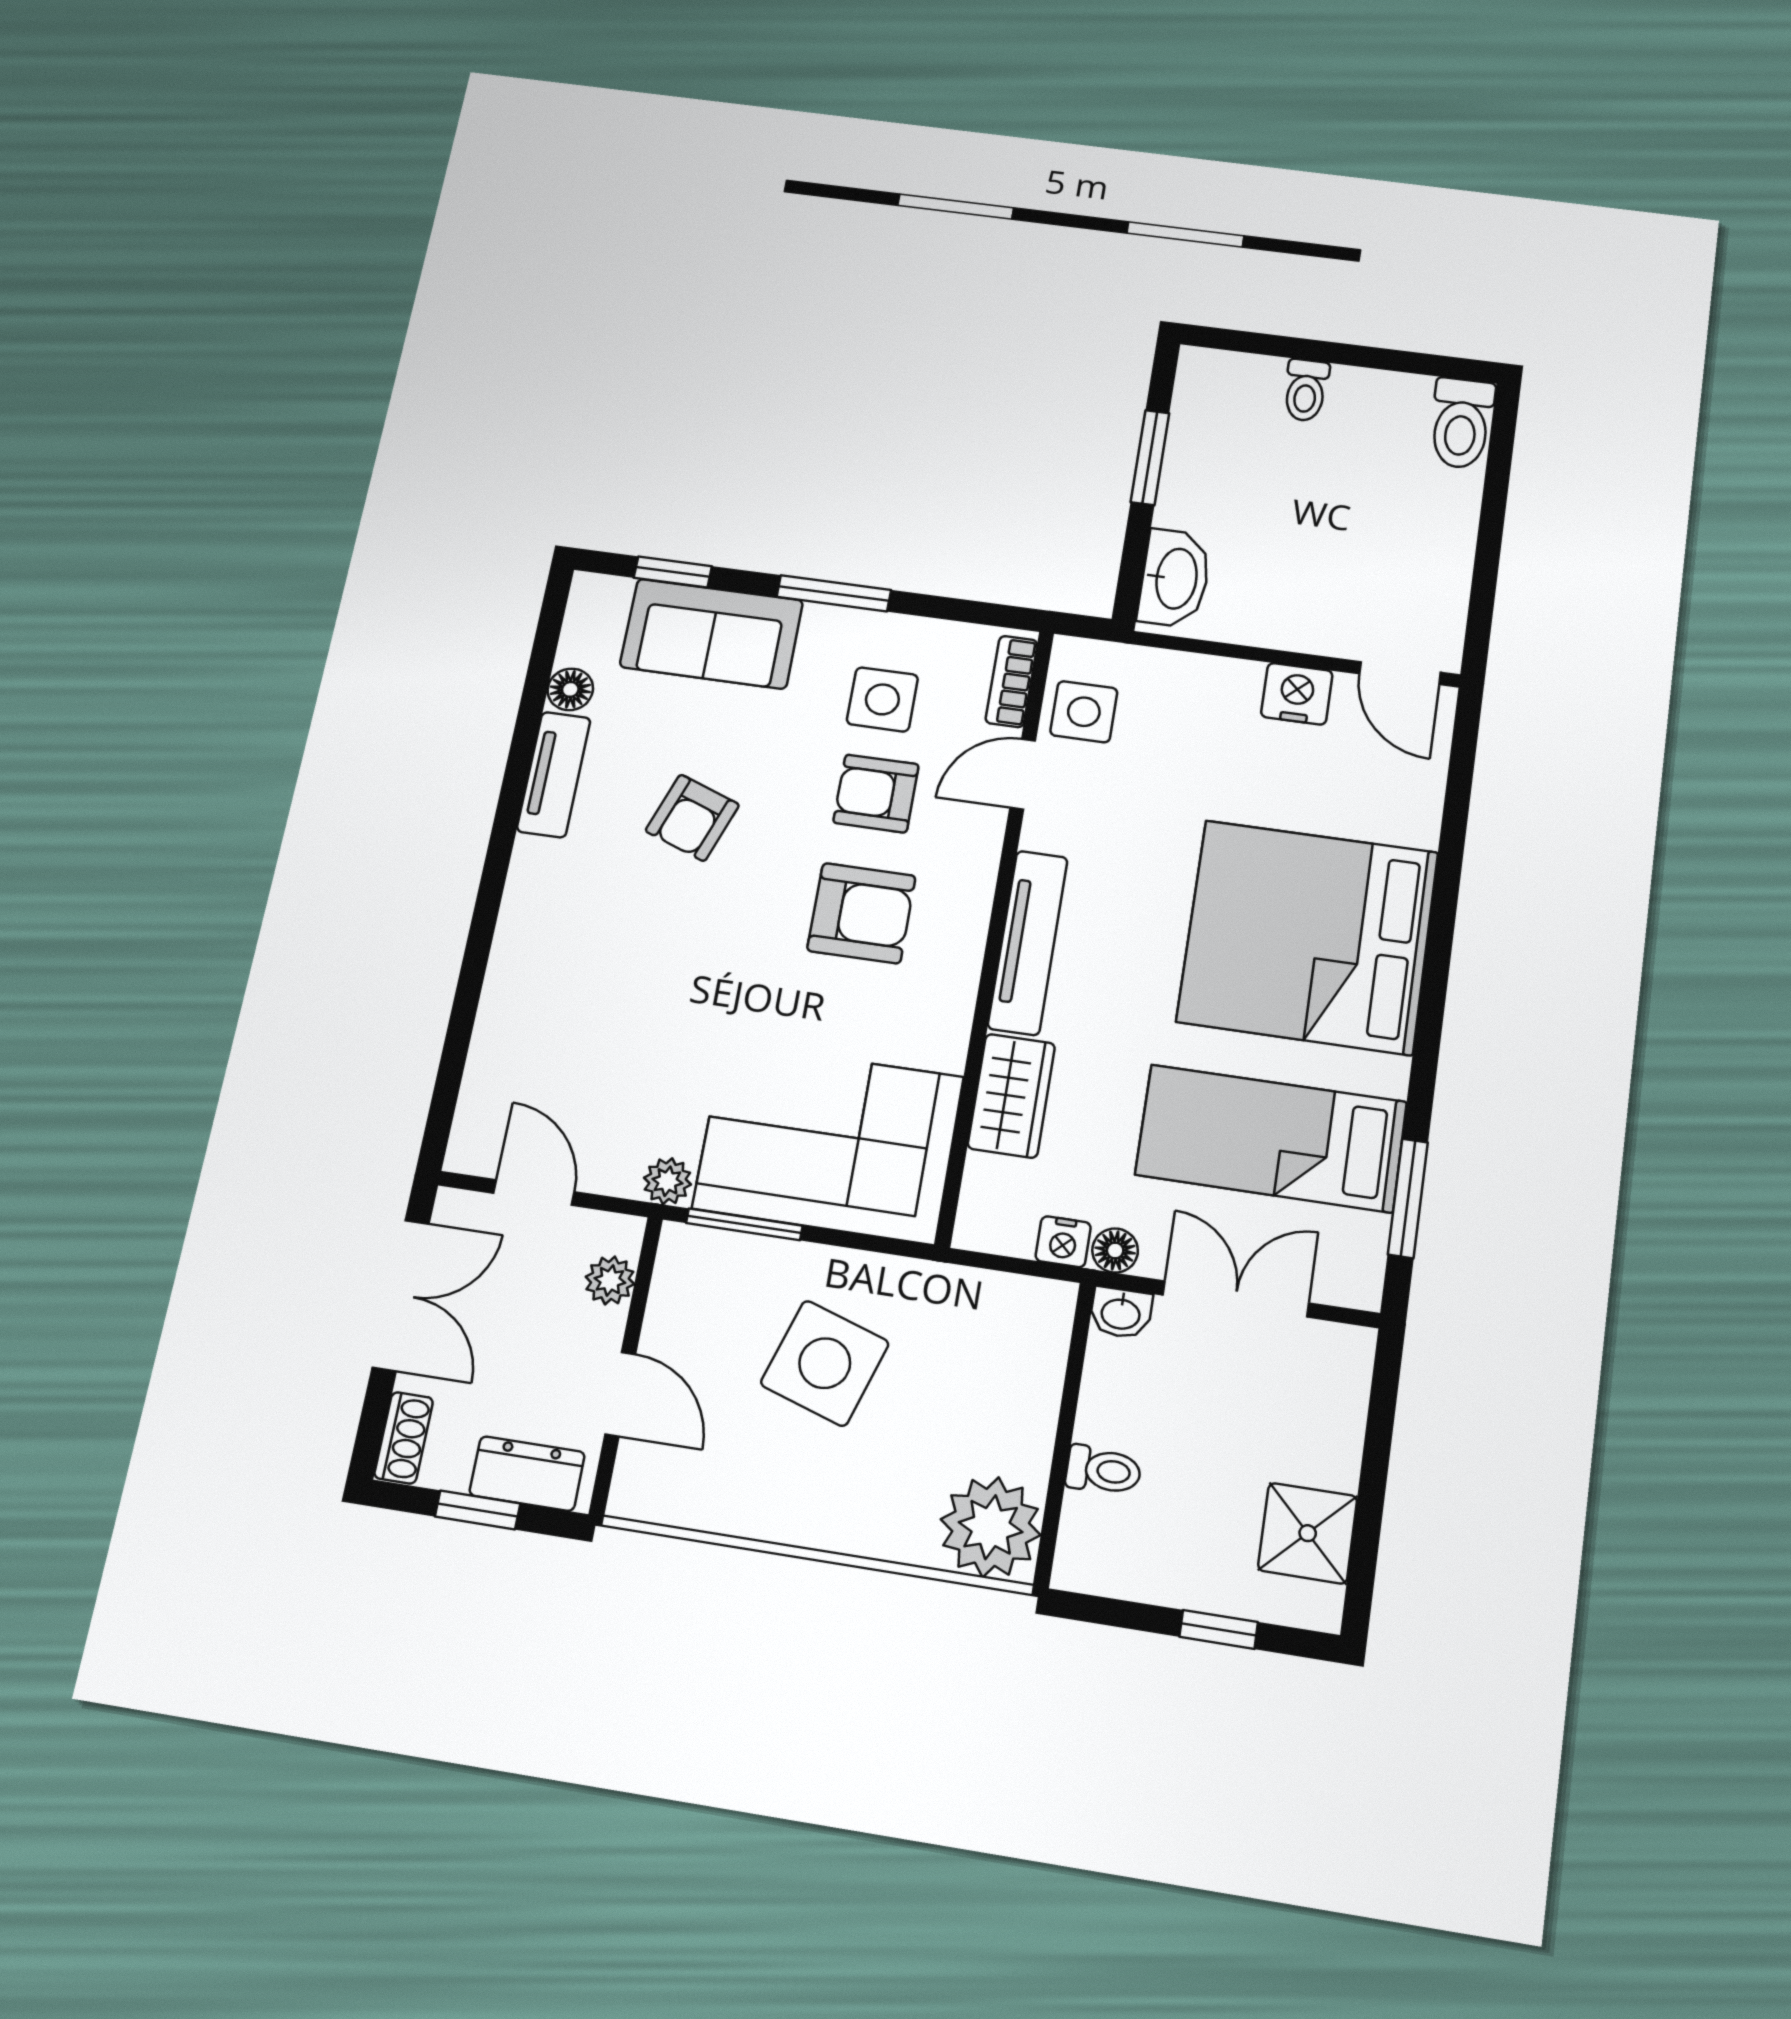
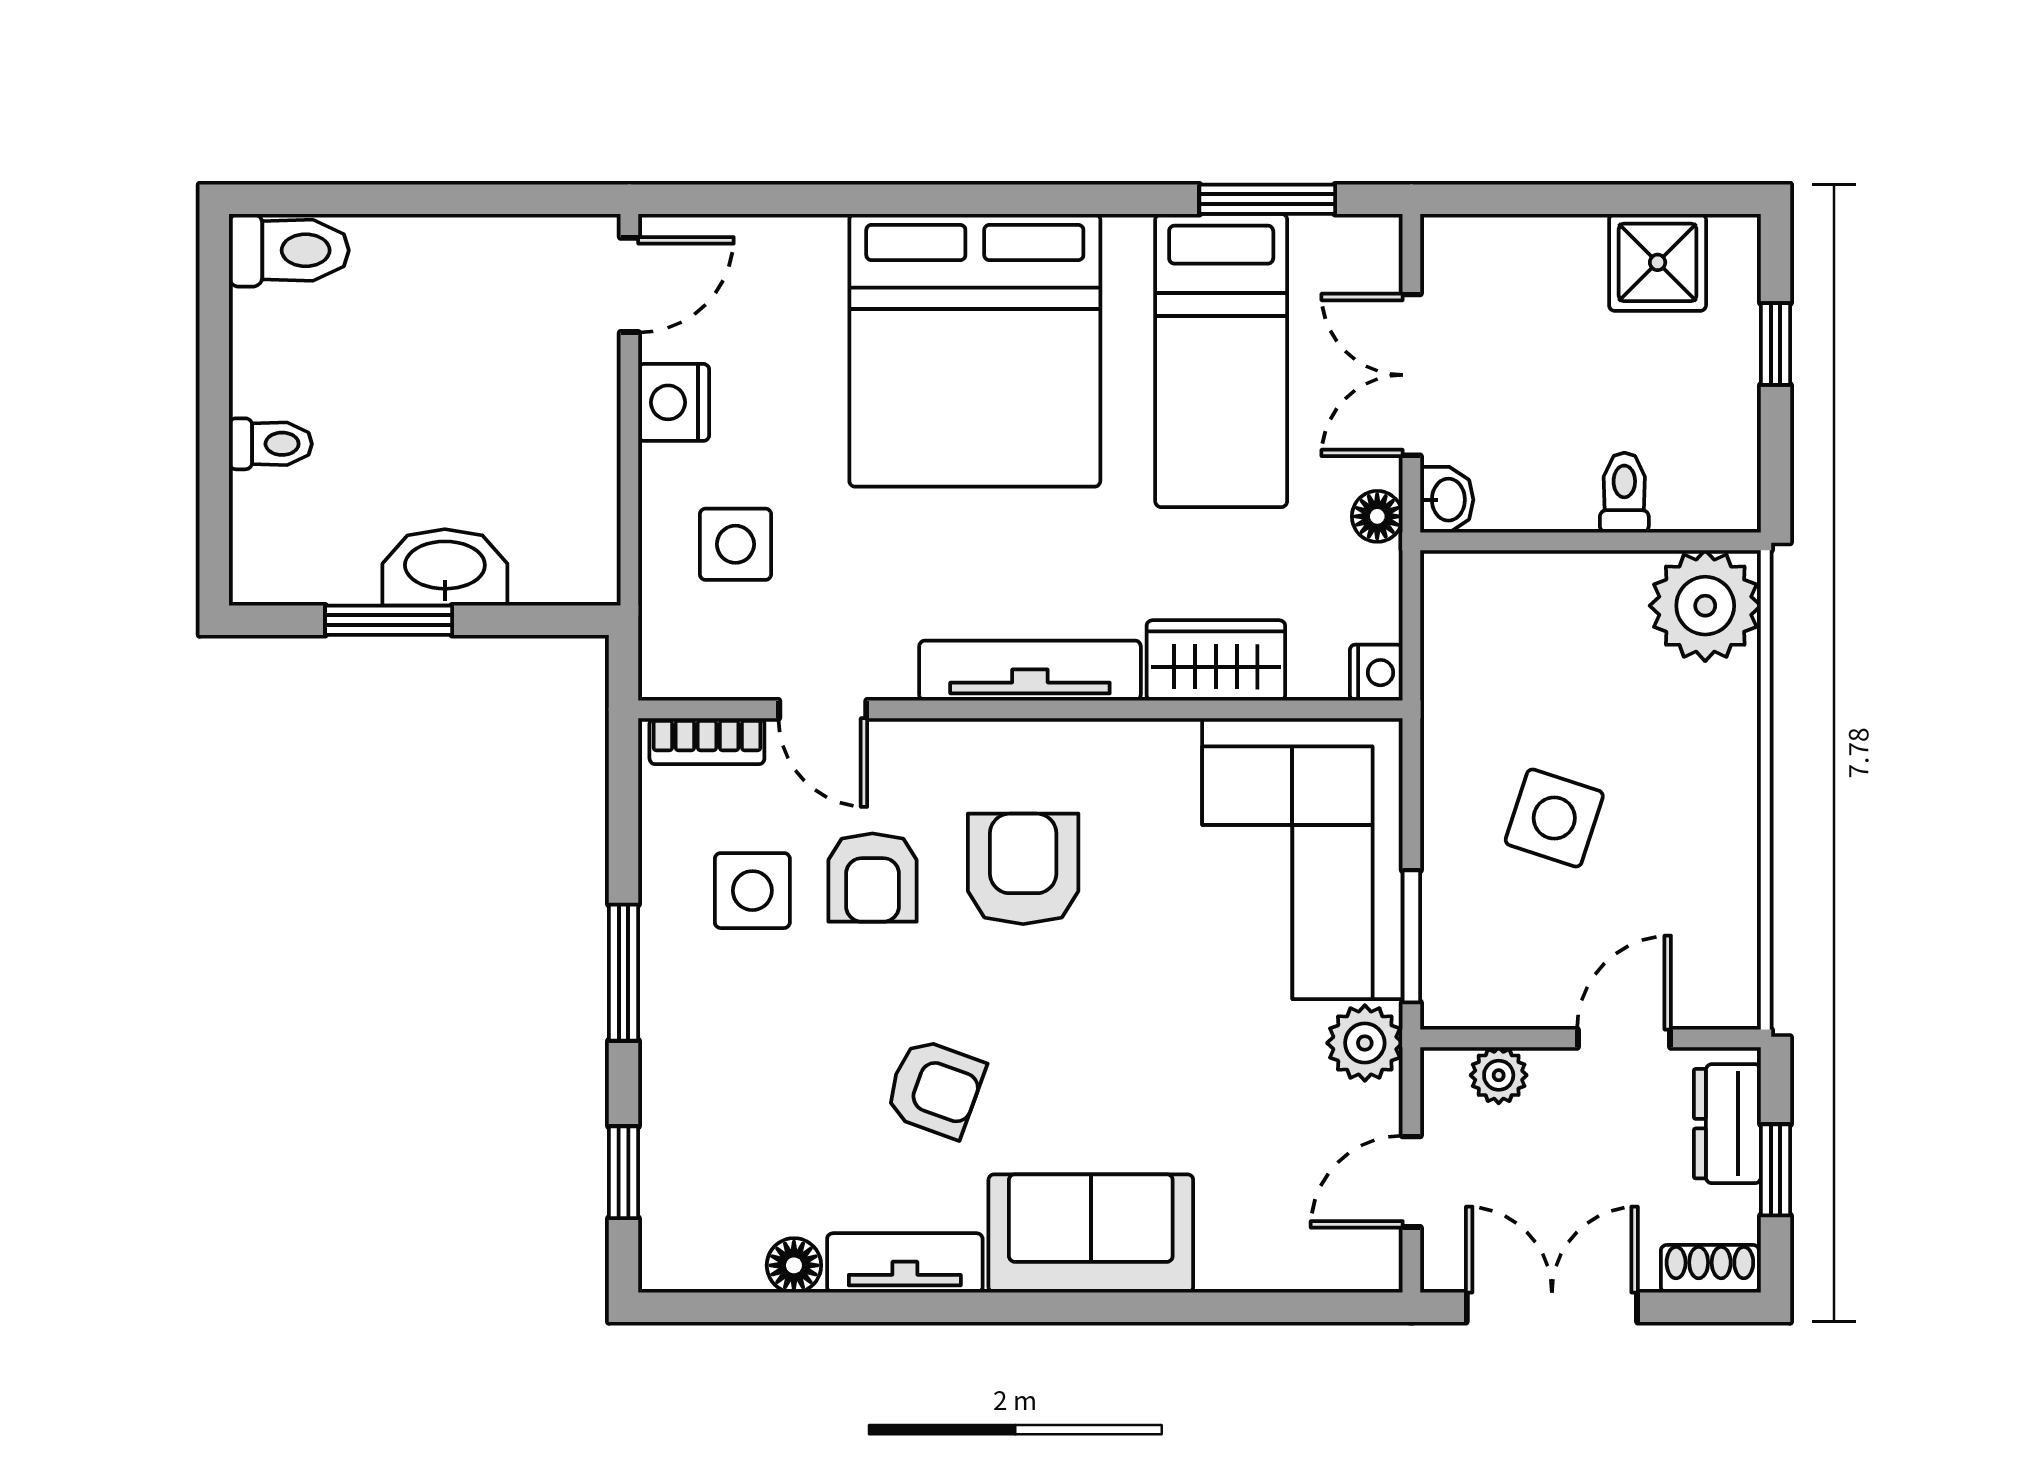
washbasin: (1175, 578) -> (445, 567), moved
sofa: (711, 634) -> (1091, 1233), moved, turned -90
side table: (1084, 712) -> (735, 544), moved
plant: (667, 1181) -> (1365, 1043), width x1.38, depth x1.38
nightstand: (1063, 1242) -> (1376, 673), moved
side table: (825, 1363) -> (1554, 818), width x0.73, depth x0.73

